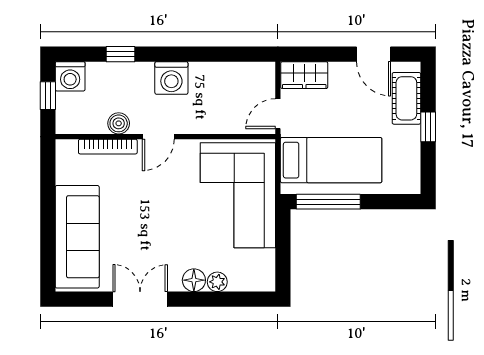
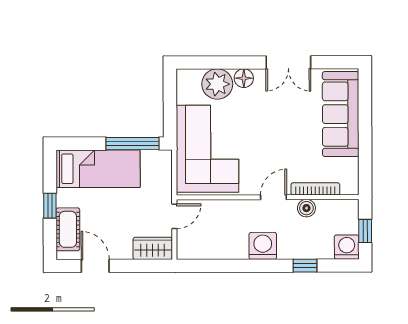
bed: (331, 160) -> (98, 169), moved, turned 180
plant: (217, 282) -> (217, 84), width x1.88, depth x1.88

